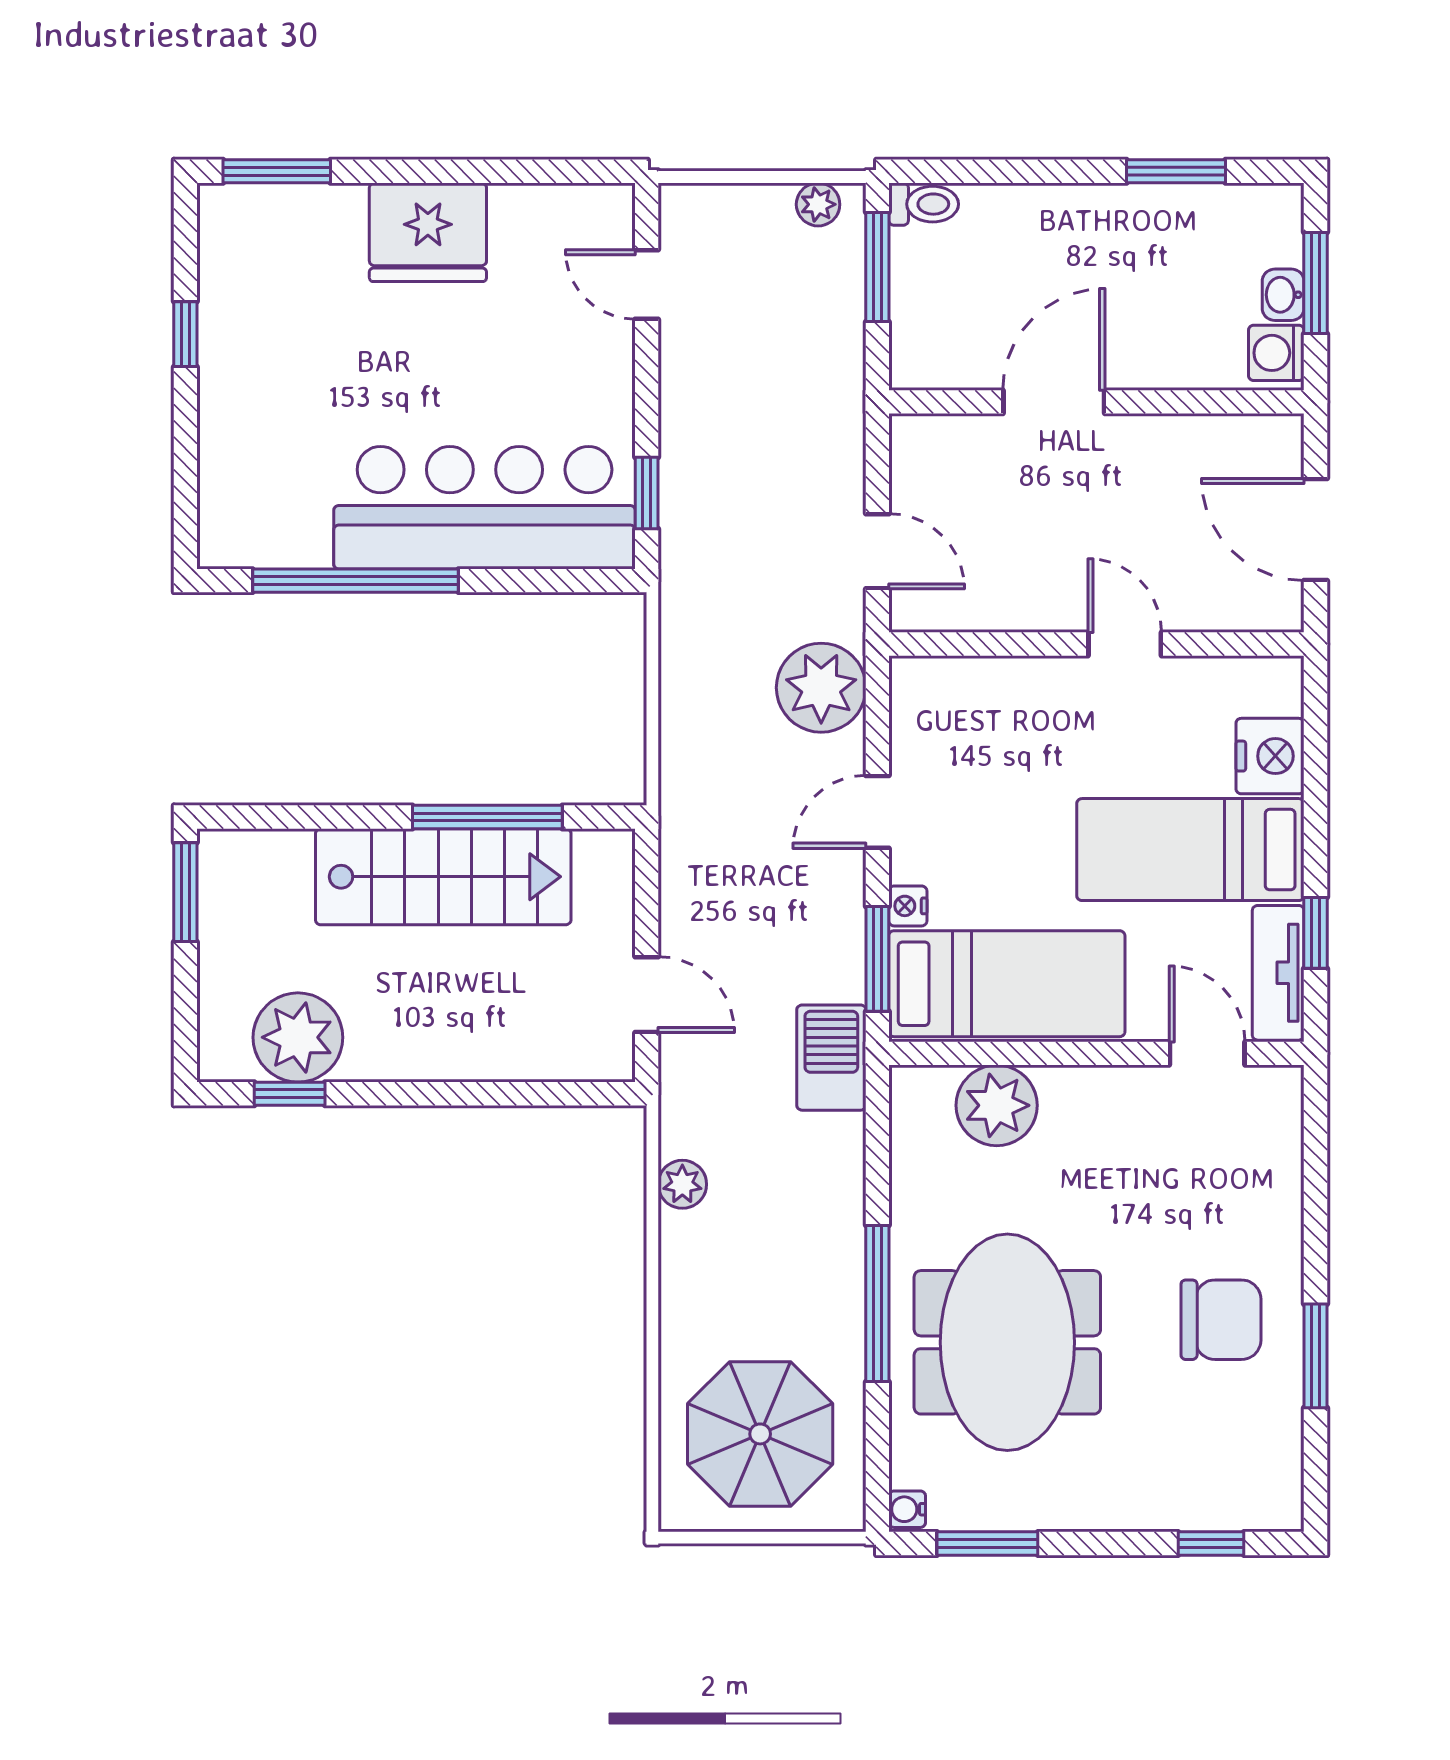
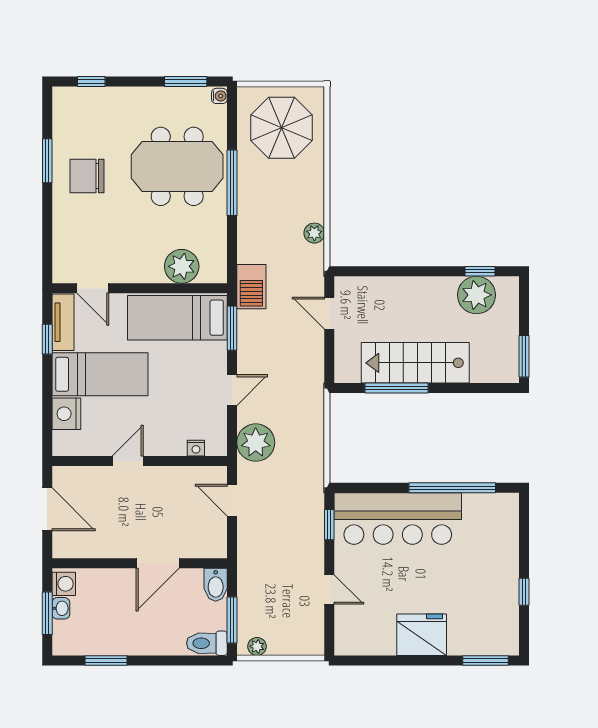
toilet: (924, 204) -> (207, 643), width x1.37, depth x1.39
door: (647, 284) -> (329, 590), moved
bidet: (916, 351) -> (216, 585), added
door: (1125, 644) -> (128, 461), swing flipped
nightstand: (908, 906) -> (196, 448), moved, turned 90
meeting table: (1007, 1342) -> (177, 166), turned 90

